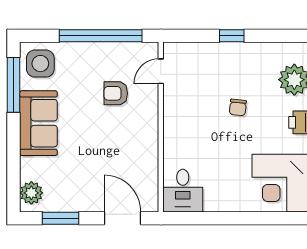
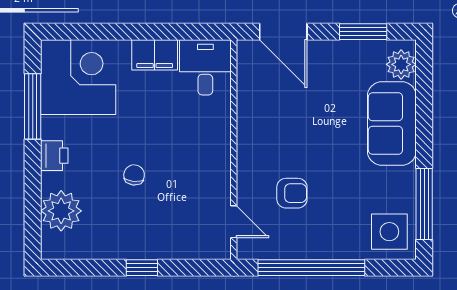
door: (161, 71) -> (234, 222), hinge flipped
sofa: (38, 123) -> (392, 124), moved
filing cabinet: (222, 200) -> (155, 55), added

